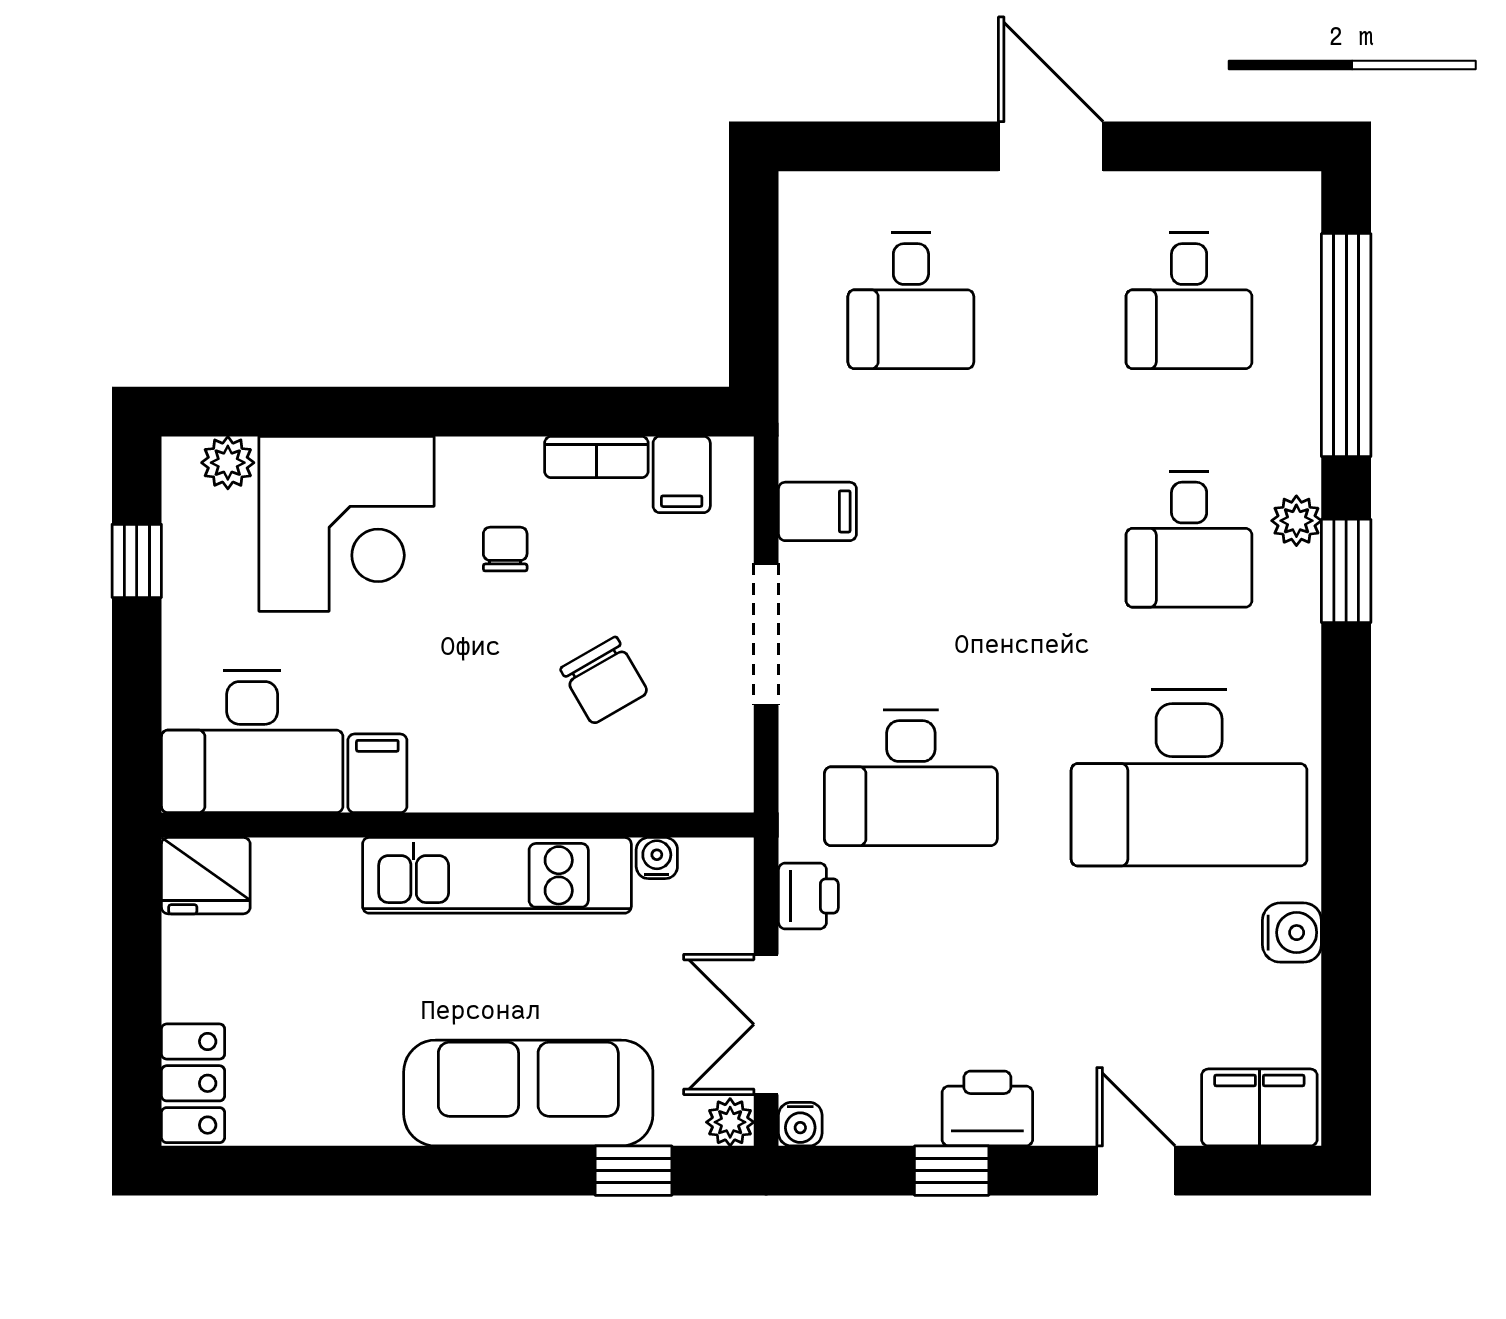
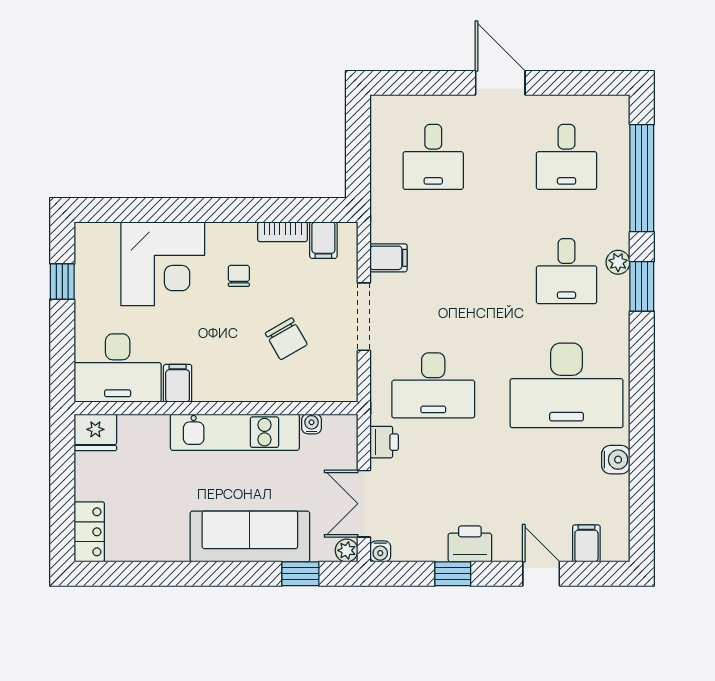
plant: (228, 463) -> (106, 234), removed
filing cabinet: (1259, 1107) -> (586, 543), width x0.50

